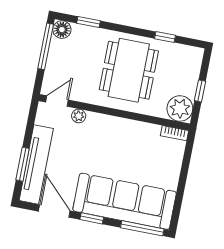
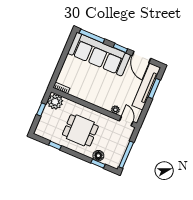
floor lamp: (62, 30) -> (98, 156), moved
dining table: (129, 70) -> (80, 130), width x0.73
door: (57, 101) -> (126, 121), swing flipped

